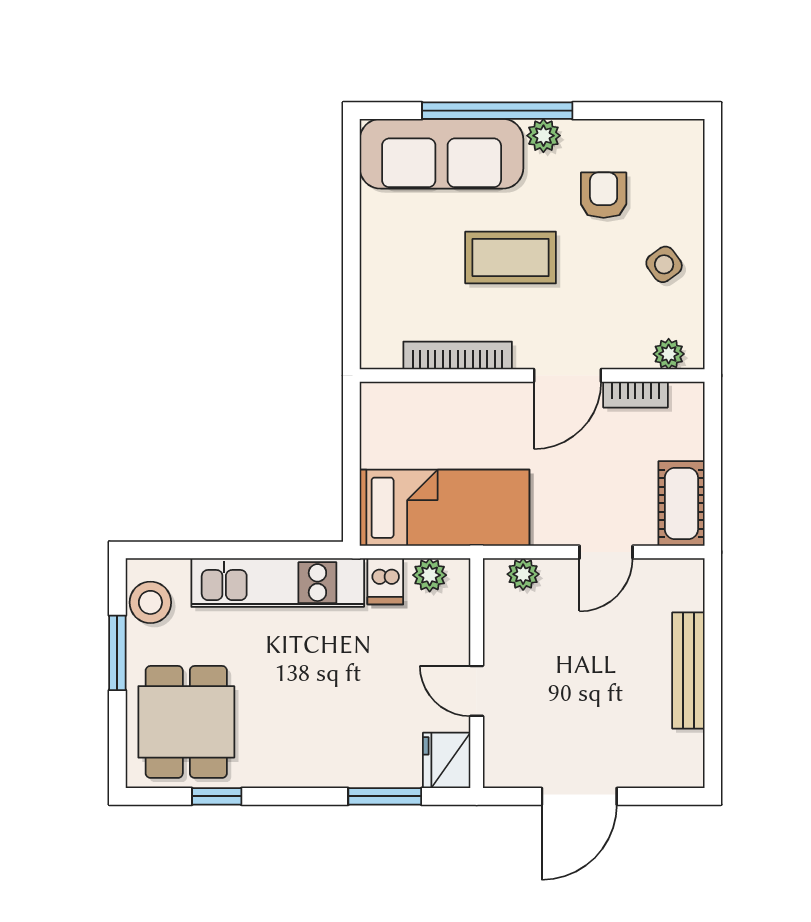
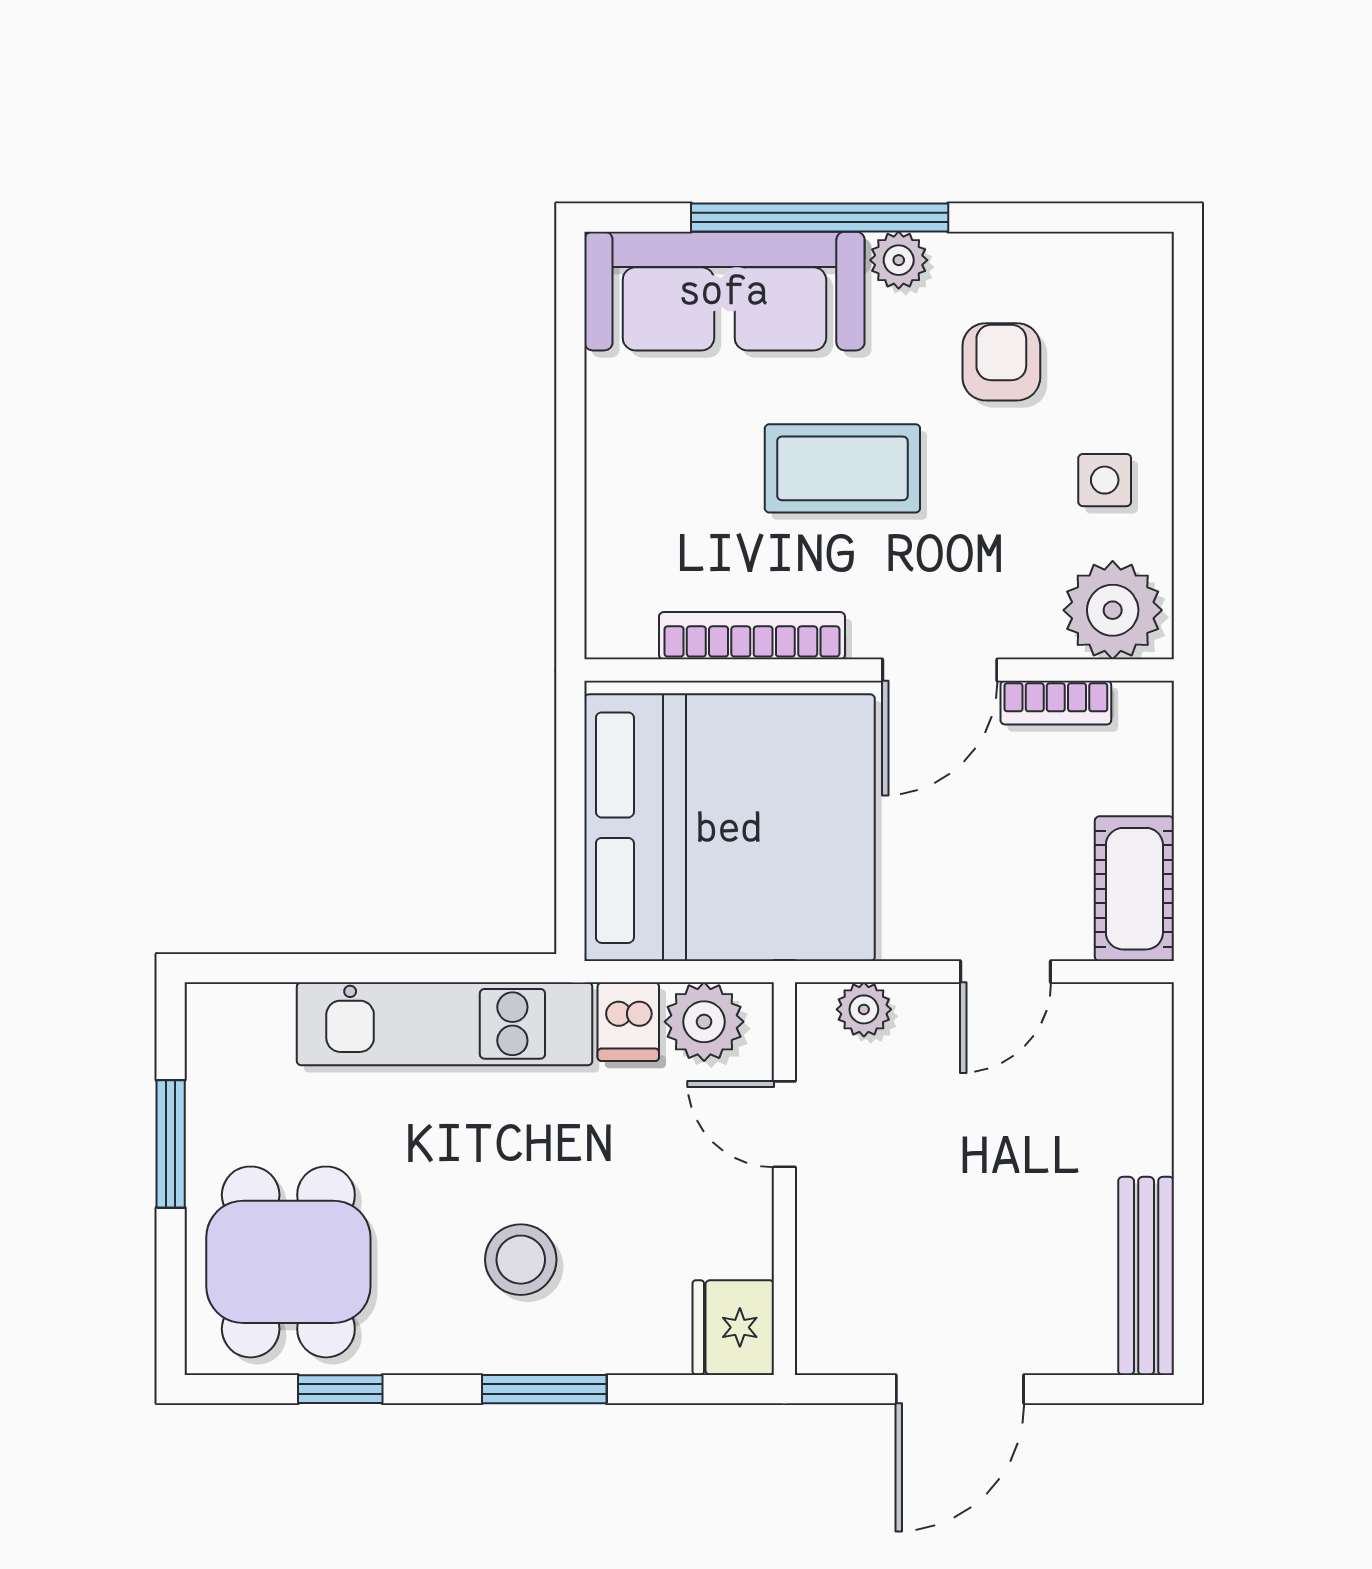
side table: (664, 264) -> (1105, 480), turned 36
plant: (669, 354) -> (1113, 610), width x1.87, depth x1.87
bed: (445, 508) -> (730, 828), width x2.04
plant: (430, 575) -> (704, 1022), width x1.38, depth x1.38
stool: (150, 602) -> (521, 1260), moved
bench: (688, 670) -> (1146, 1276), moved
door: (477, 691) -> (784, 1124), moved
window: (385, 796) -> (544, 1389), moved

